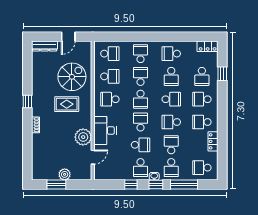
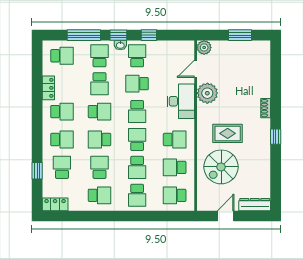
plant: (65, 174) -> (204, 47), moved

